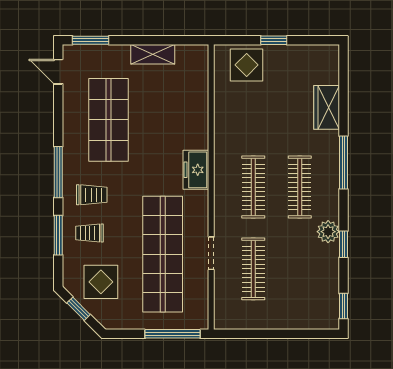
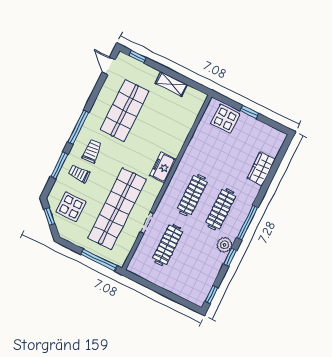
window: (91, 40) -> (138, 57), width x0.67
window: (343, 162) -> (247, 222), moved
trolley: (92, 195) -> (92, 151), turned -94

